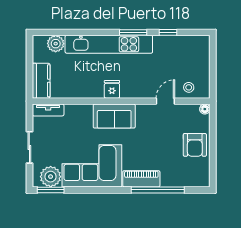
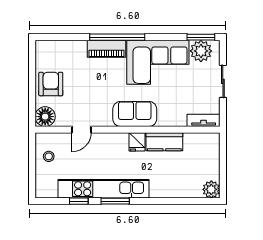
plant: (56, 44) -> (211, 189), moved
kitchen unit: (109, 44) -> (103, 189), moved
kitchen counter: (41, 81) -> (164, 142), moved, turned -90
stool: (189, 87) -> (49, 156), moved
floor lamp: (205, 109) -> (45, 117), width x1.89, depth x1.89
window: (158, 190) -> (117, 37), moved

